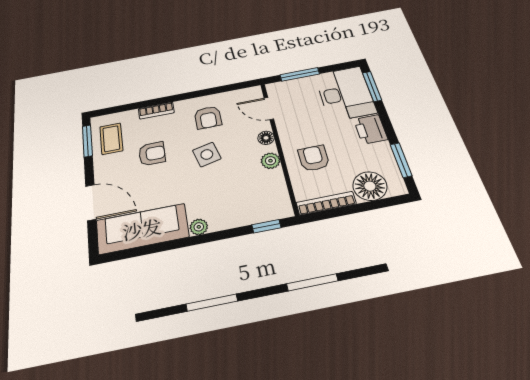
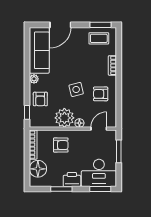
armchair: (152, 154) -> (40, 99), moved
window: (401, 160) -> (61, 189), moved
plant: (270, 161) -> (64, 118), width x1.88, depth x1.88

